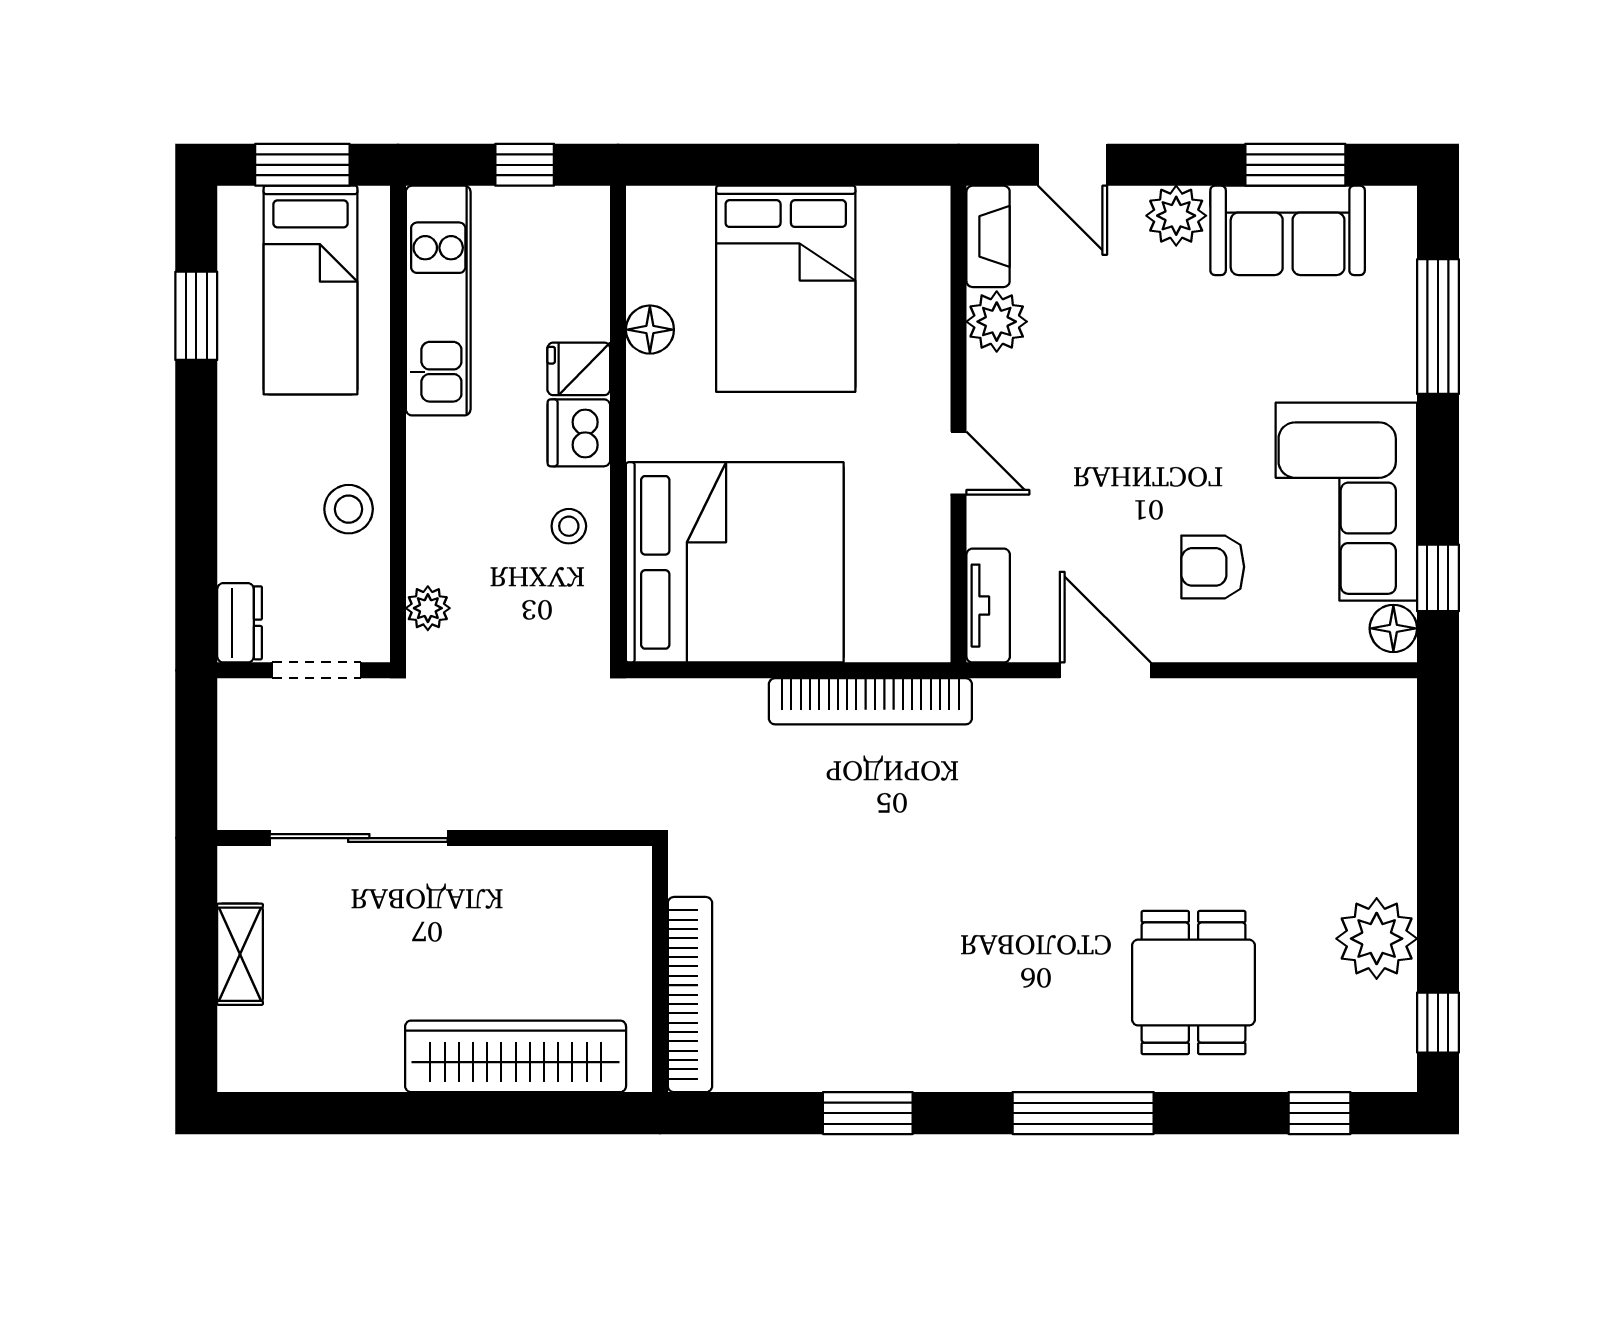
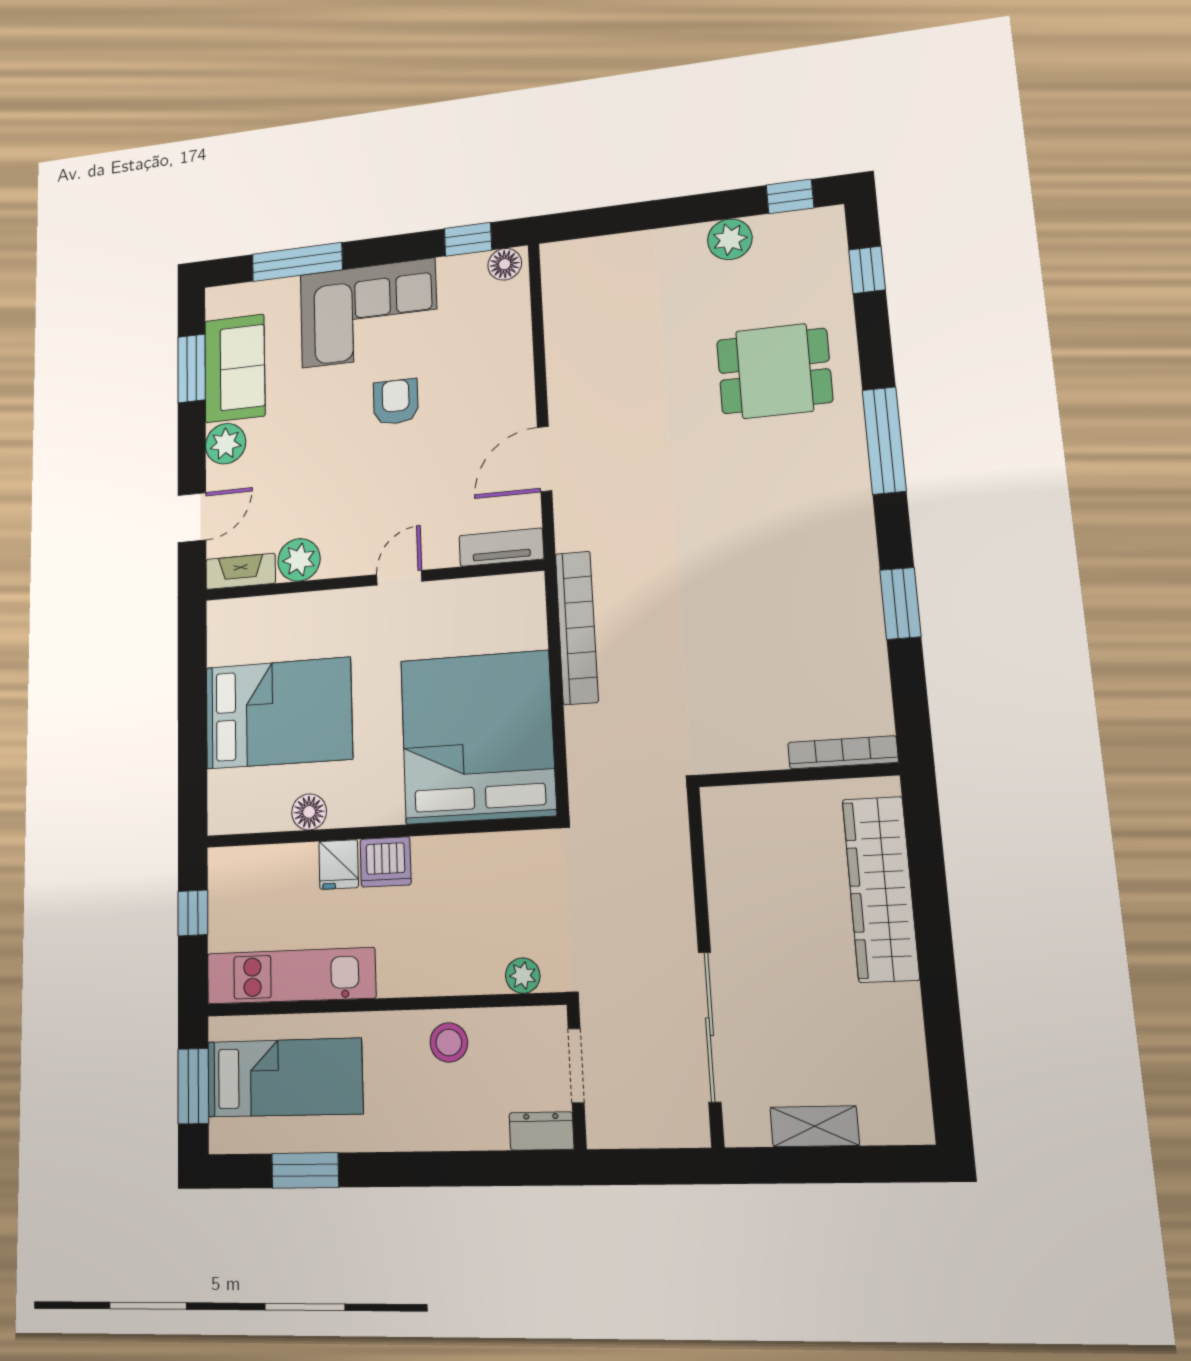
corner sofa: (1346, 502) -> (368, 313), moved
stool: (569, 526) -> (455, 866), removed
armchair: (1213, 567) -> (396, 402), moved, turned 180
plant: (1377, 939) -> (730, 239), width x0.73, depth x0.73
bookcase: (690, 995) -> (843, 752), width x0.68, depth x0.76

